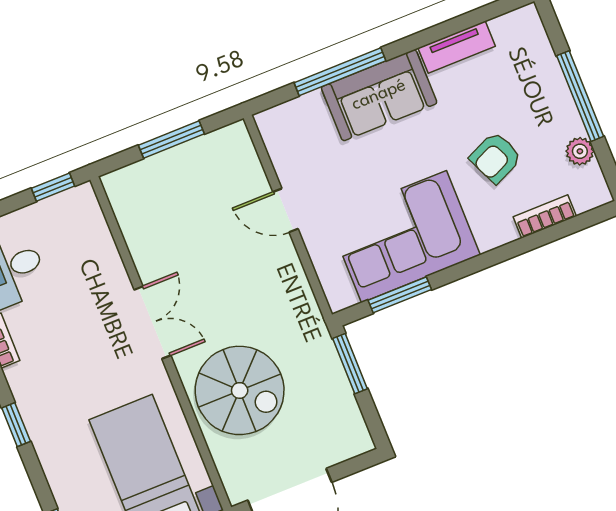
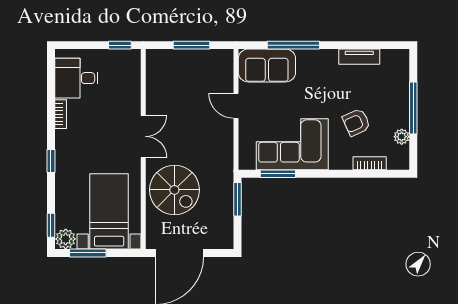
sofa: (379, 95) -> (267, 66), moved

